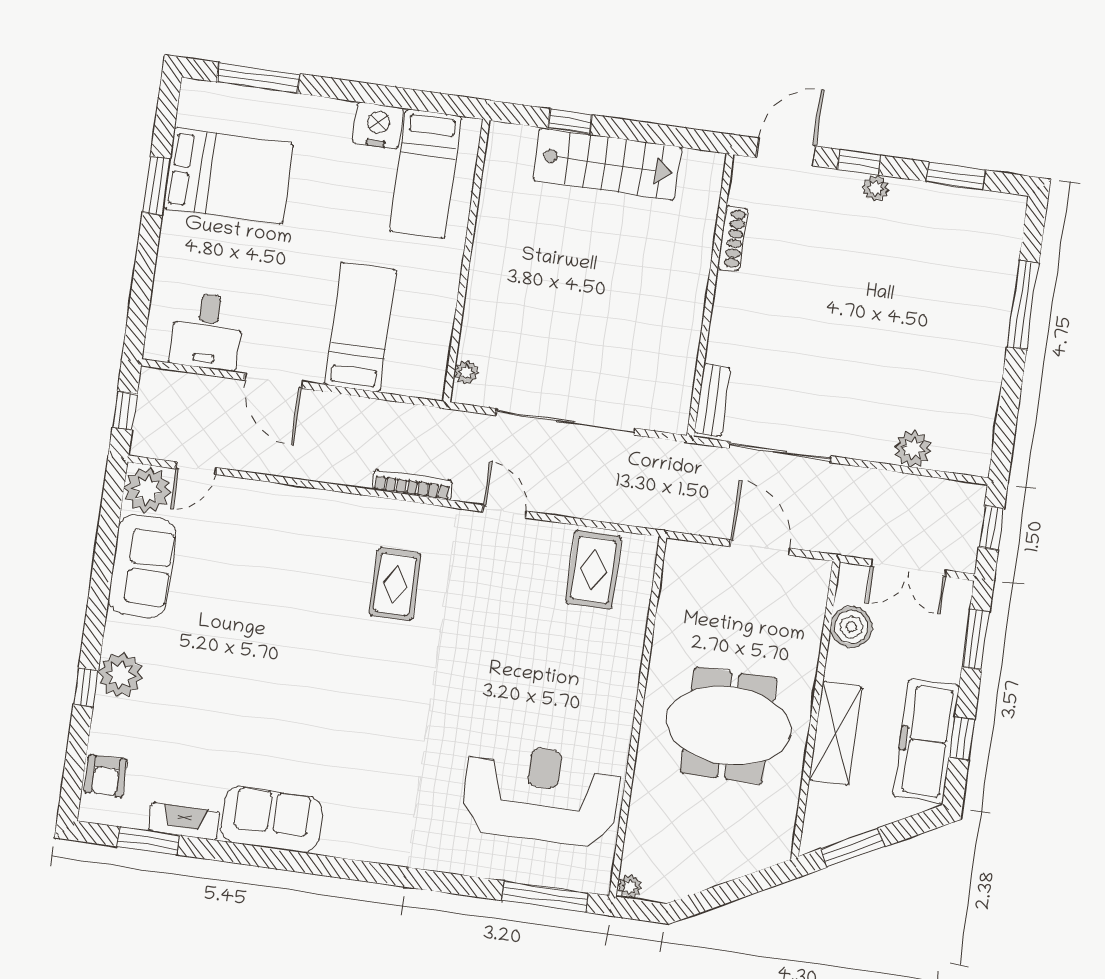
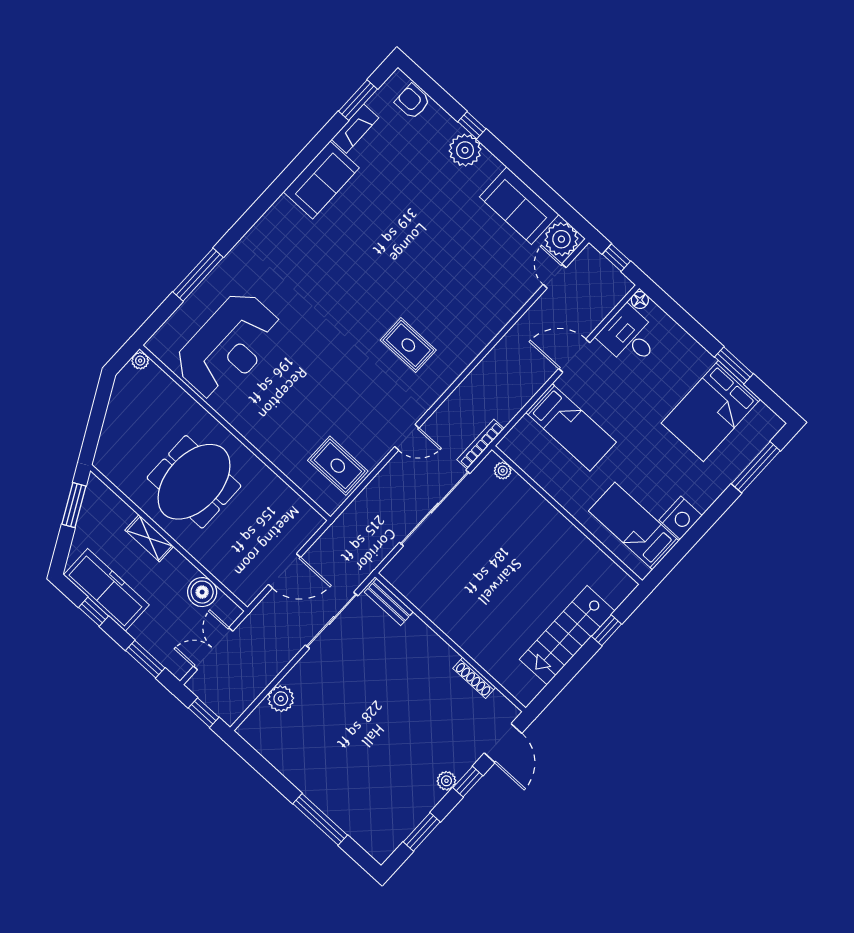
floor lamp: (155, 349) -> (640, 300), added
bookcase: (412, 485) -> (481, 444), moved, turned 180
shelving: (836, 733) -> (149, 538), width x0.67, depth x0.75
window: (545, 897) -> (198, 275), moved

